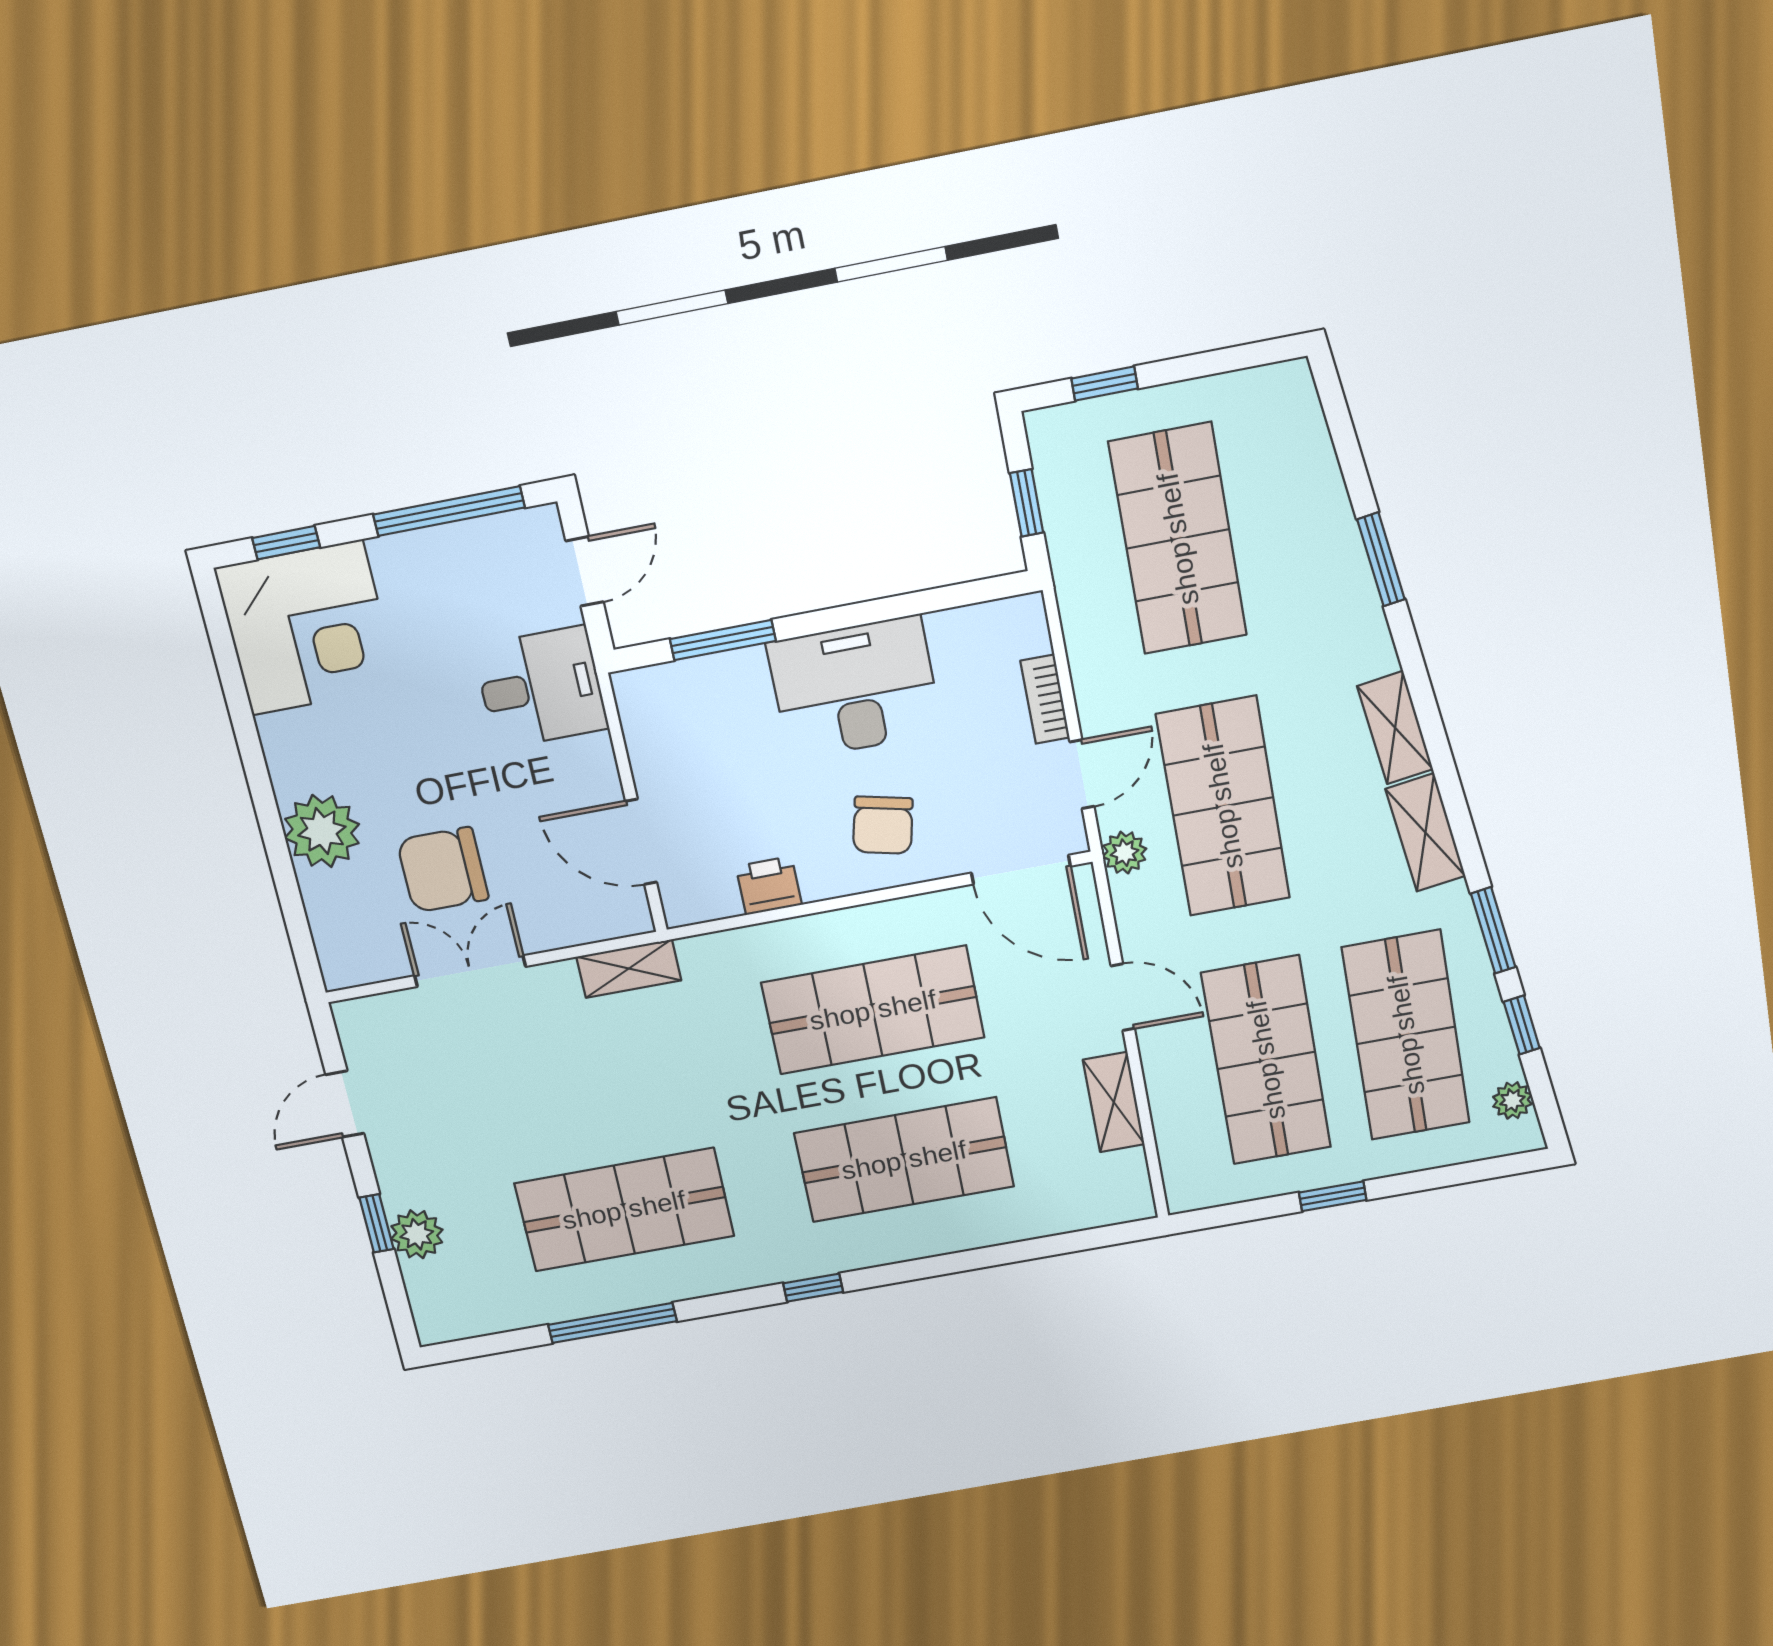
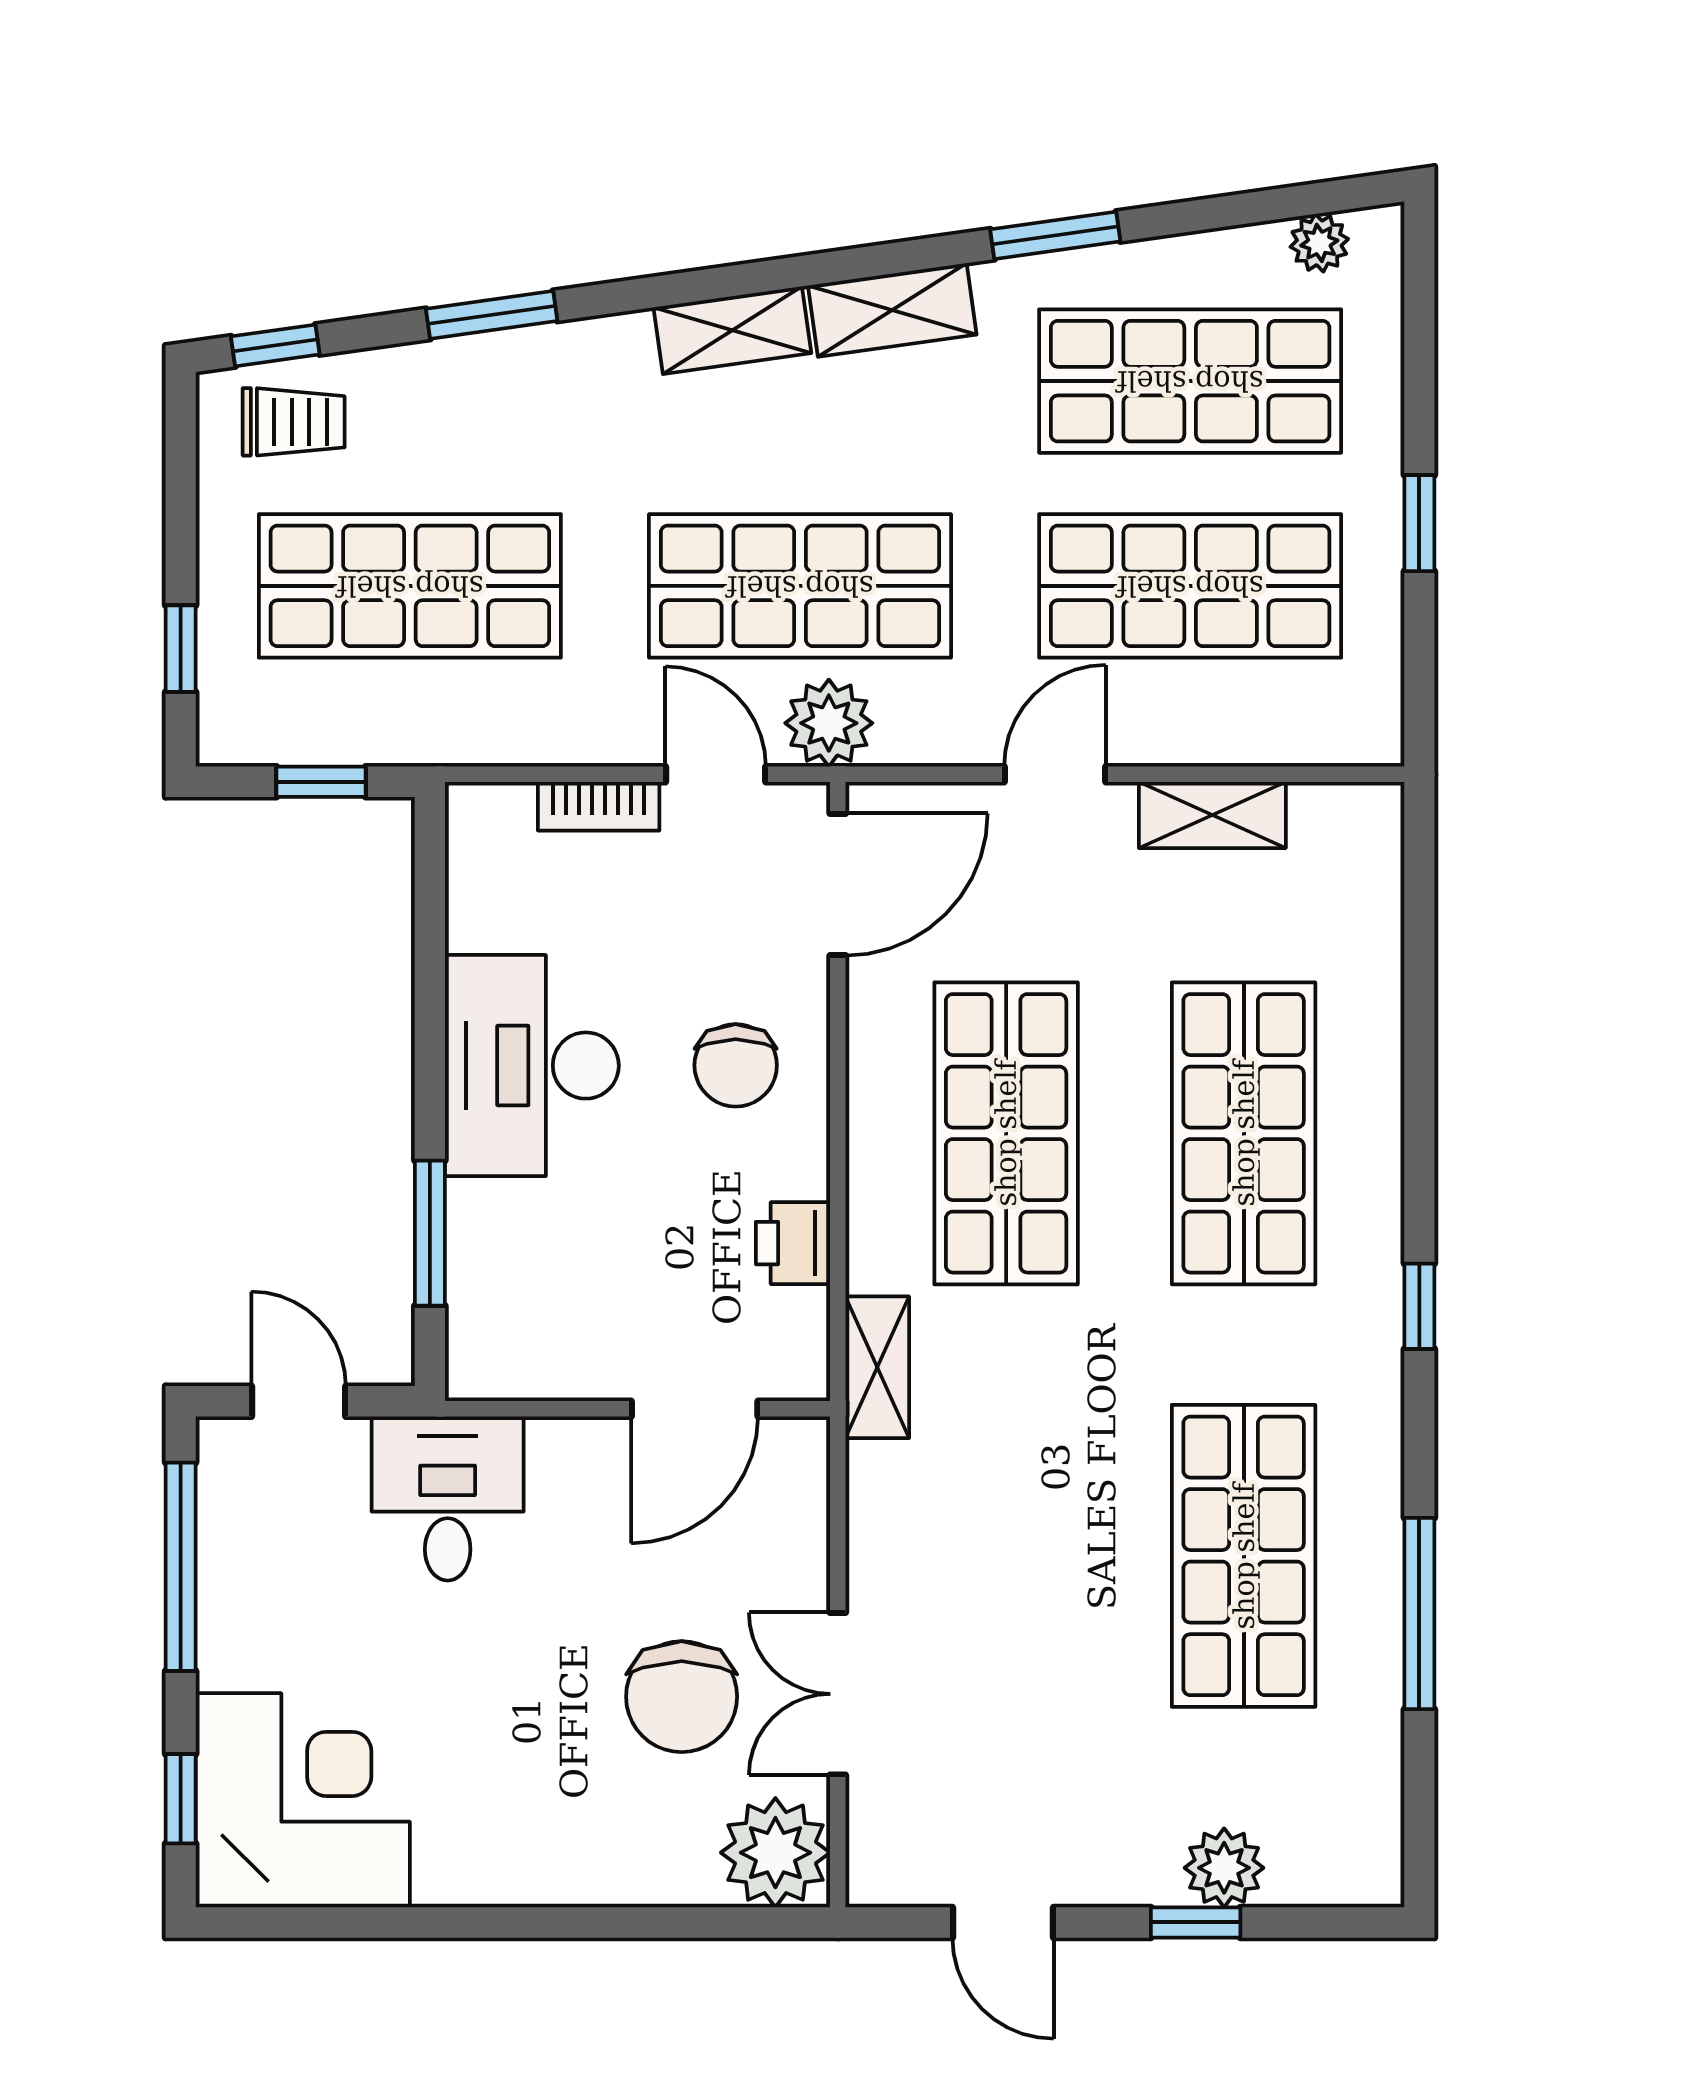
trolley: (1282, 433) -> (294, 422), added
chair: (883, 825) -> (736, 1065), turned 77
plant: (322, 831) -> (775, 1853), moved
plant: (1124, 853) -> (829, 723), width x1.38, depth x1.38
shelving: (629, 969) -> (877, 1367), moved
window: (1522, 1025) -> (275, 345), moved

